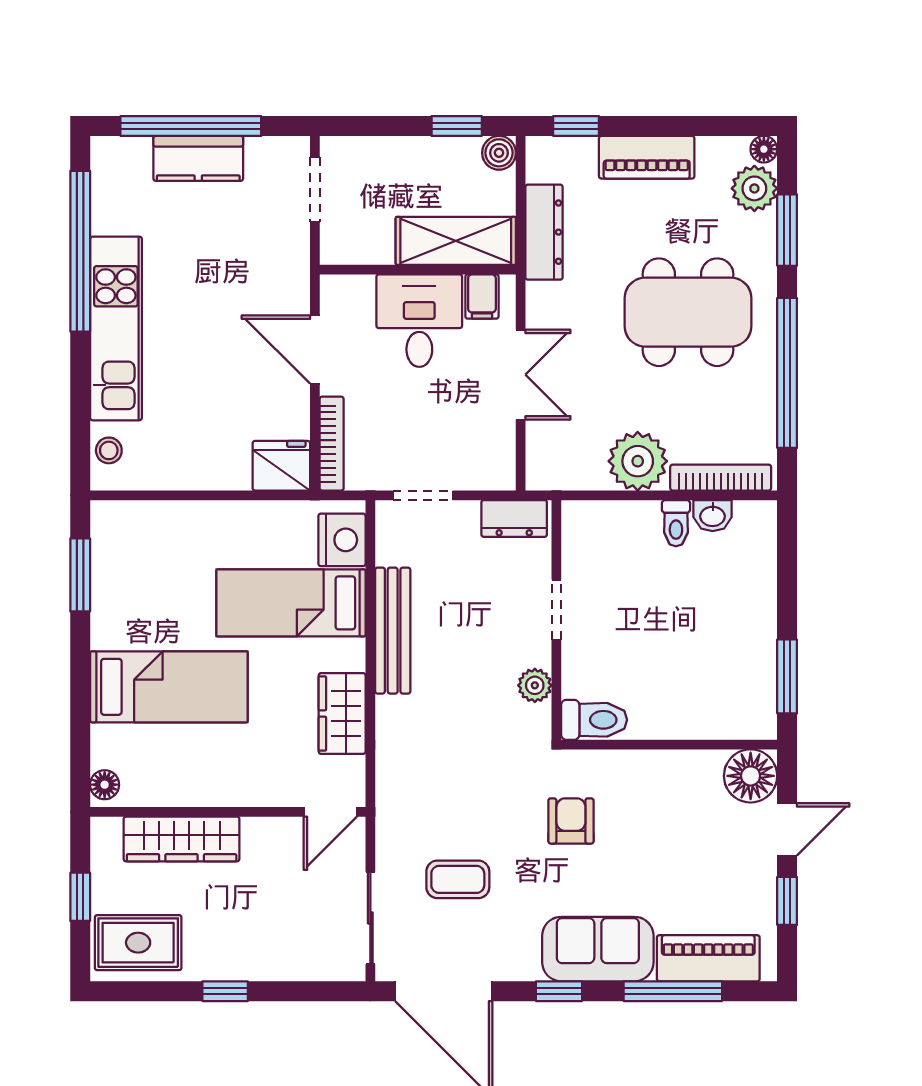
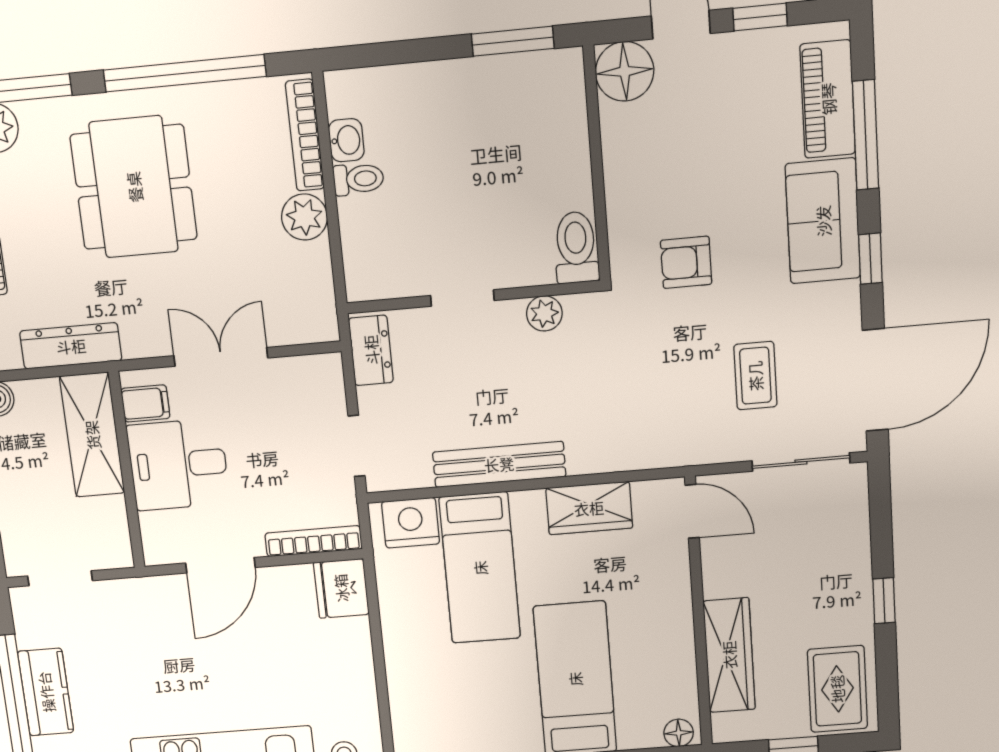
plant: (638, 461) -> (304, 217), width x0.73, depth x0.73

